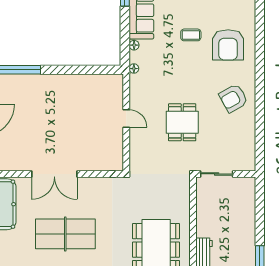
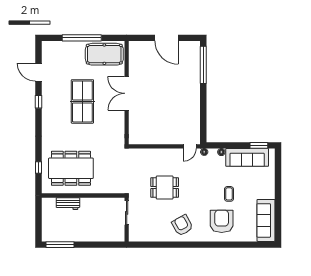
armchair: (228, 45) -> (222, 221), turned 90
door: (126, 119) -> (190, 146), moved

